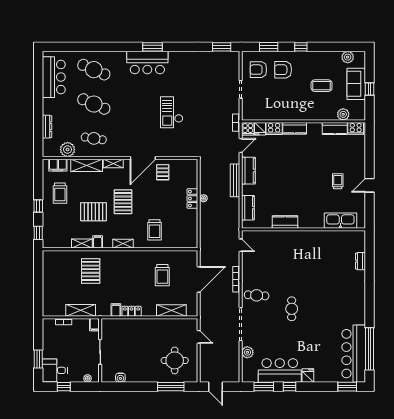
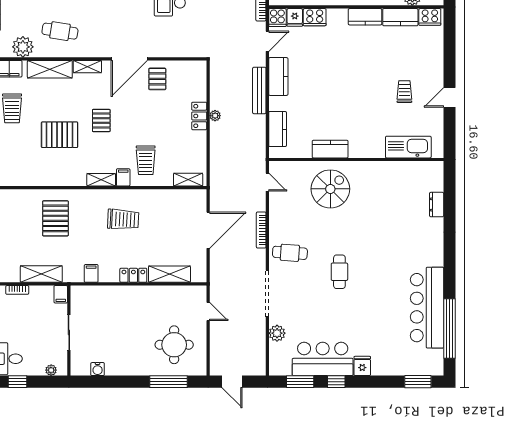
kitchen counter: (295, 128) -> (365, 17), moved
pallet: (123, 202) -> (101, 121), width x0.67, depth x0.71
filing cabinet: (98, 242) -> (123, 177), moved
shelving: (82, 244) -> (188, 180), moved
spiral stairs: (285, 250) -> (330, 189), added
trolley: (162, 275) -> (123, 219), moved, turned -87
locker: (132, 311) -> (133, 275), moved
bar counter: (354, 354) -> (427, 308), moved

